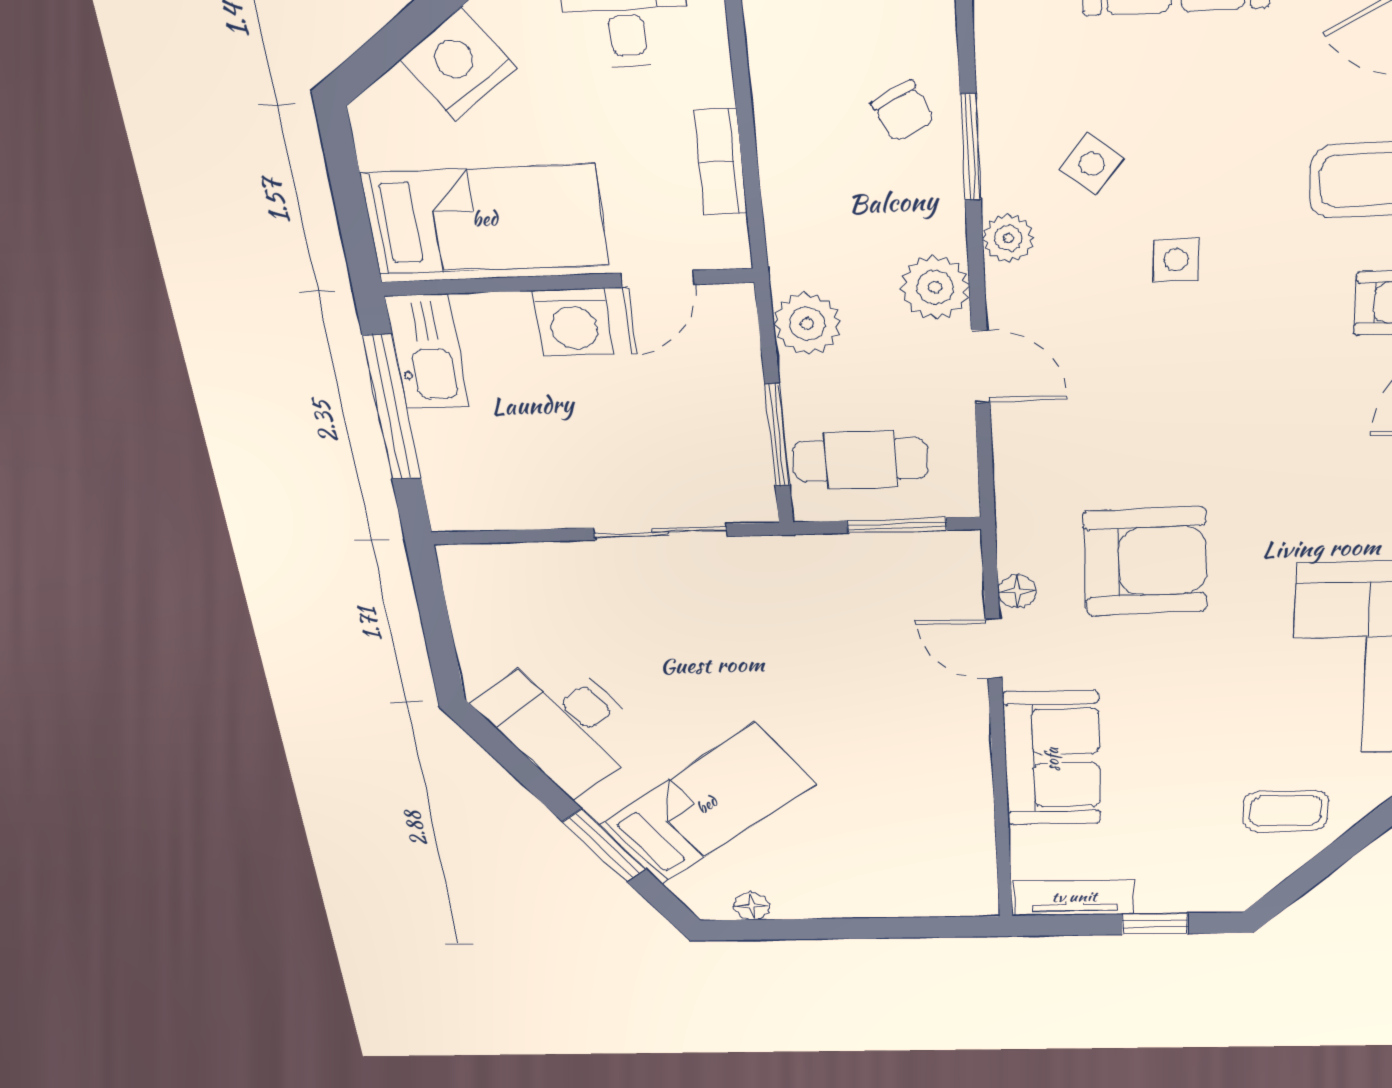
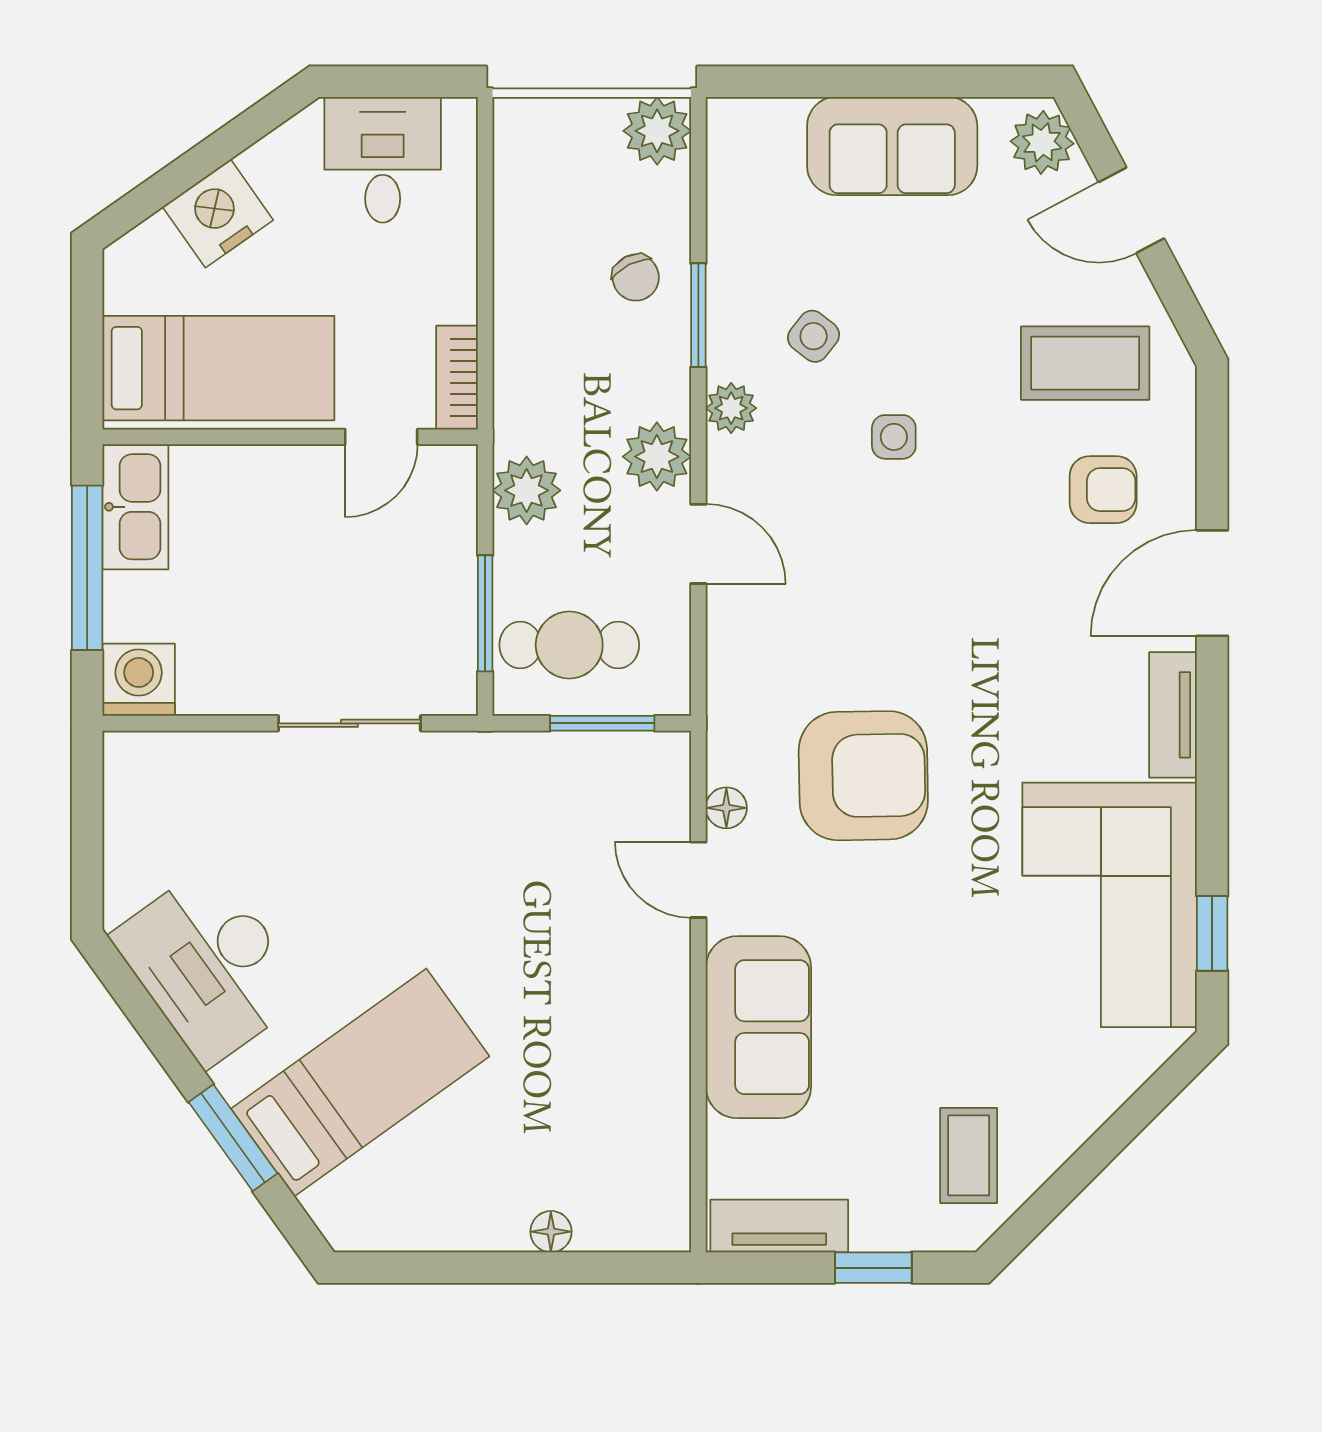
bookcase: (720, 162) -> (457, 378), moved
washing machine: (574, 323) -> (139, 680), moved, turned 180
coffee table: (1286, 811) -> (969, 1155), moved, turned 90
floor lamp: (752, 906) -> (551, 1232), moved

